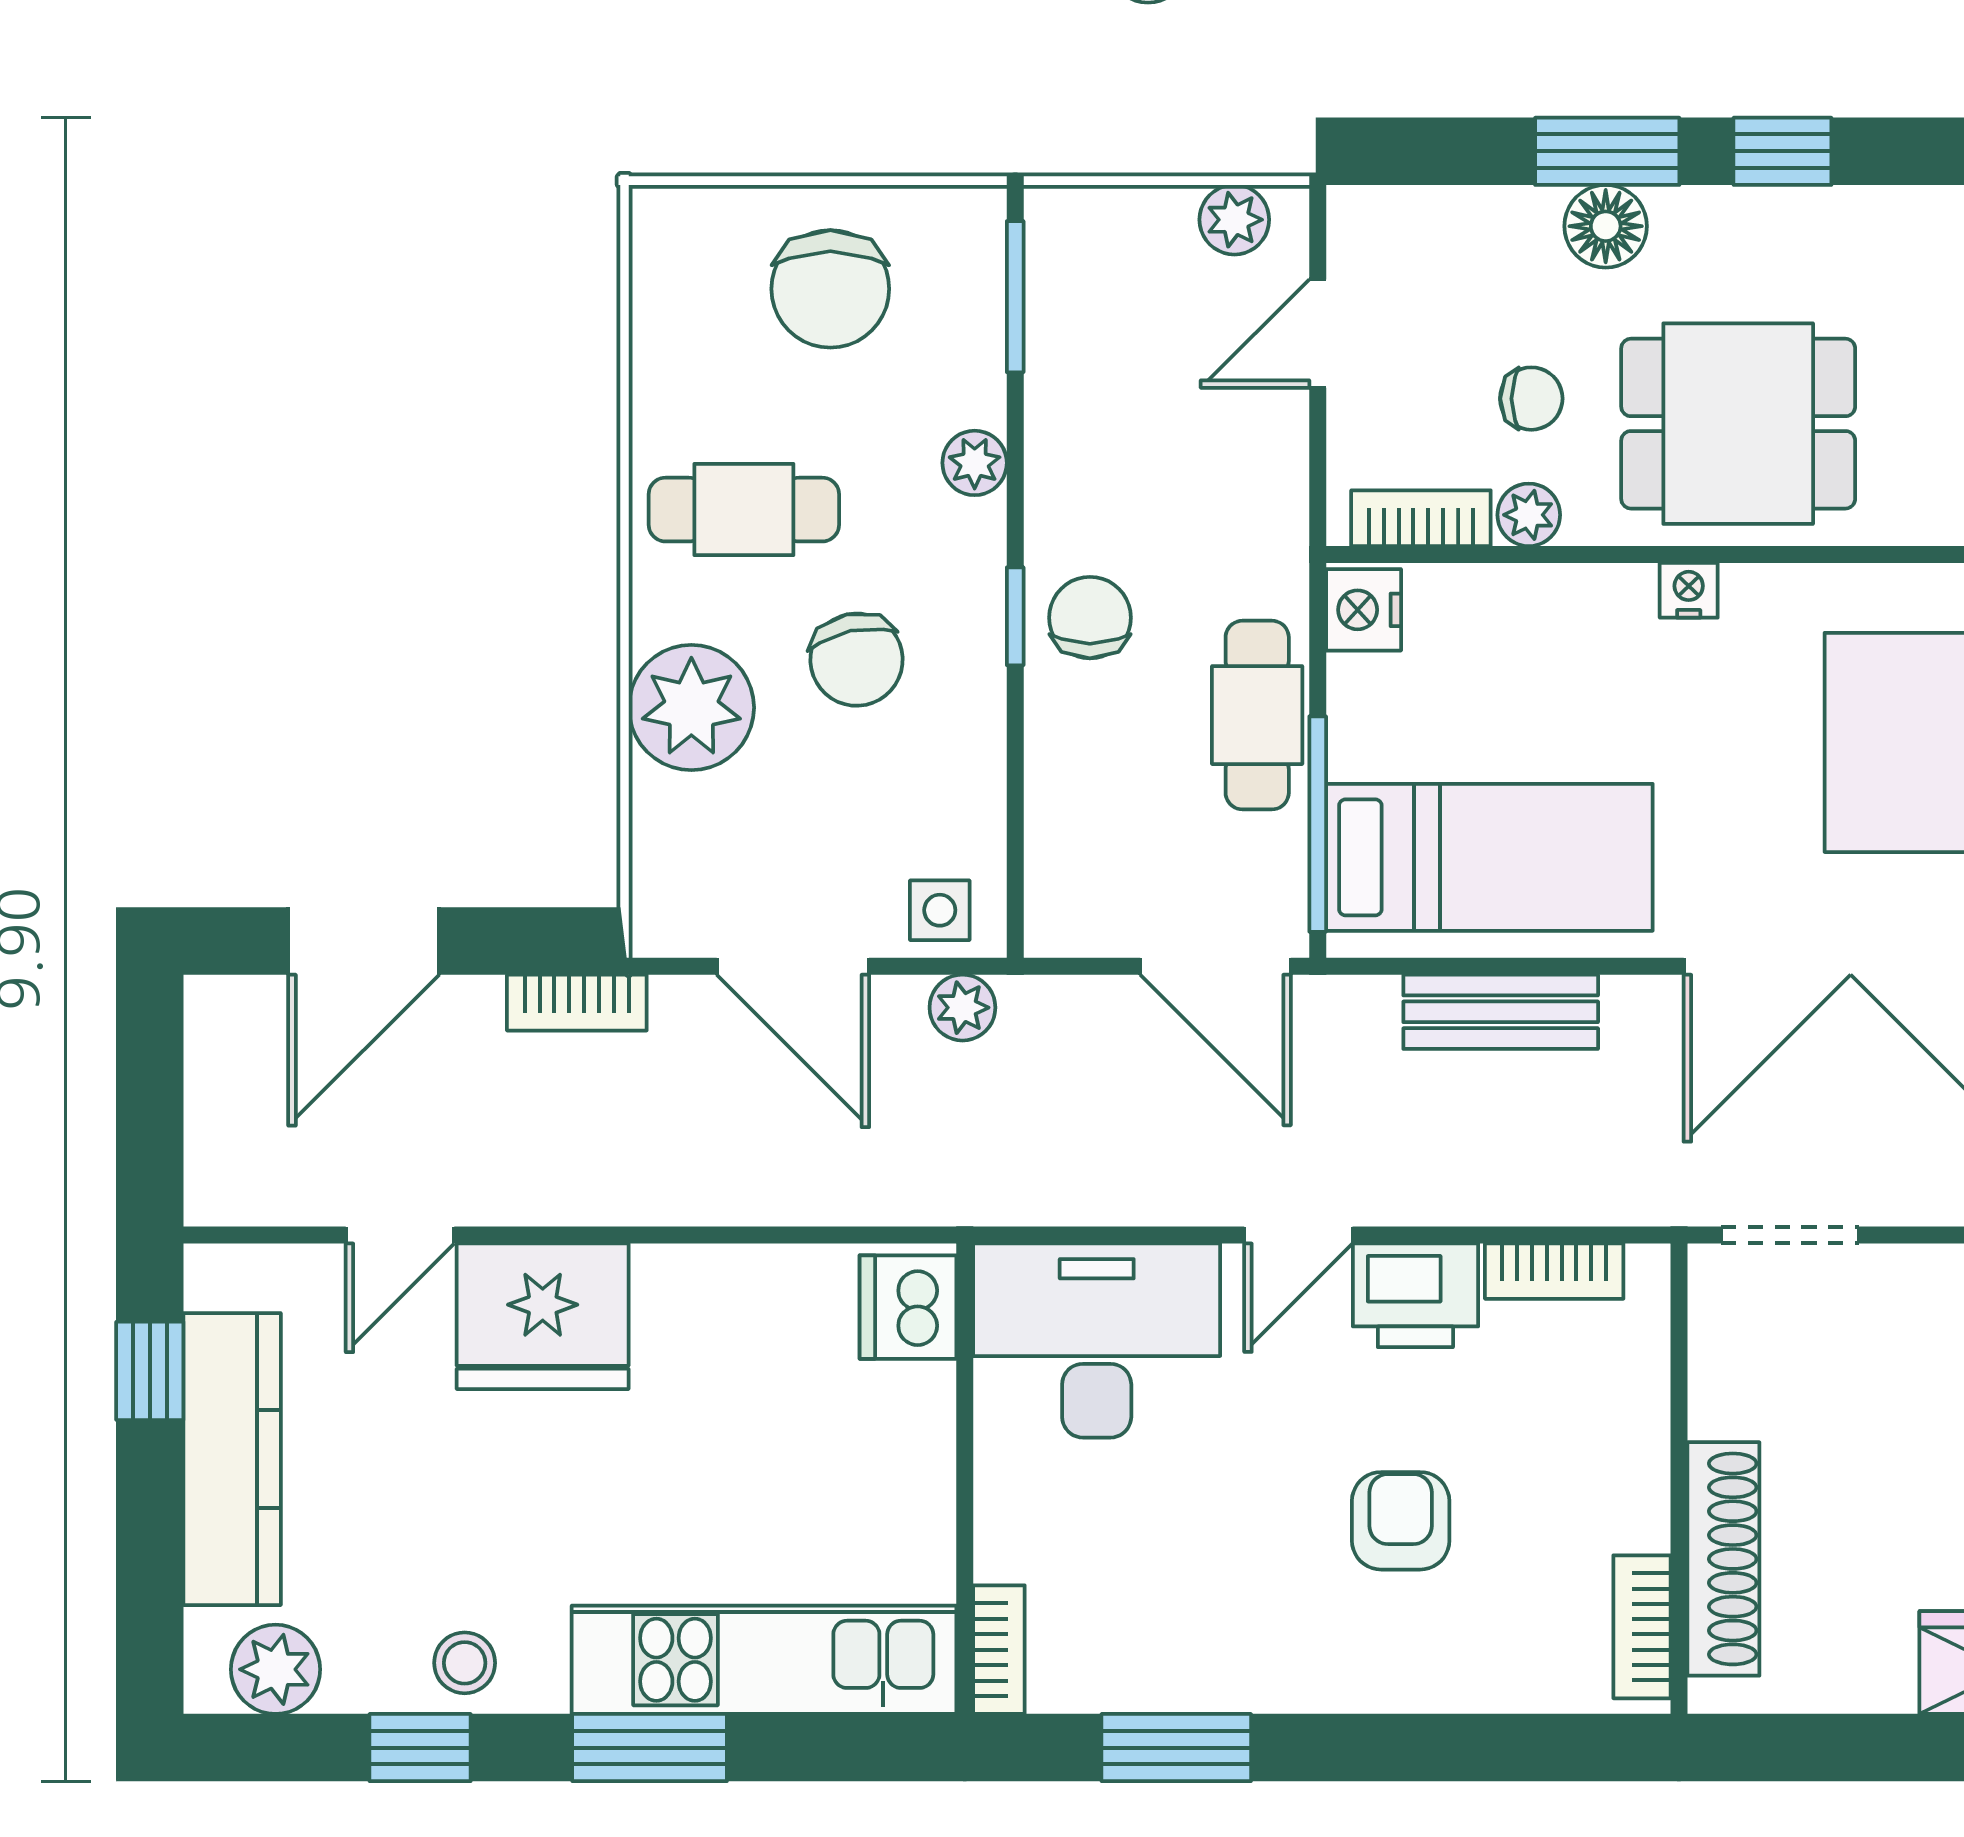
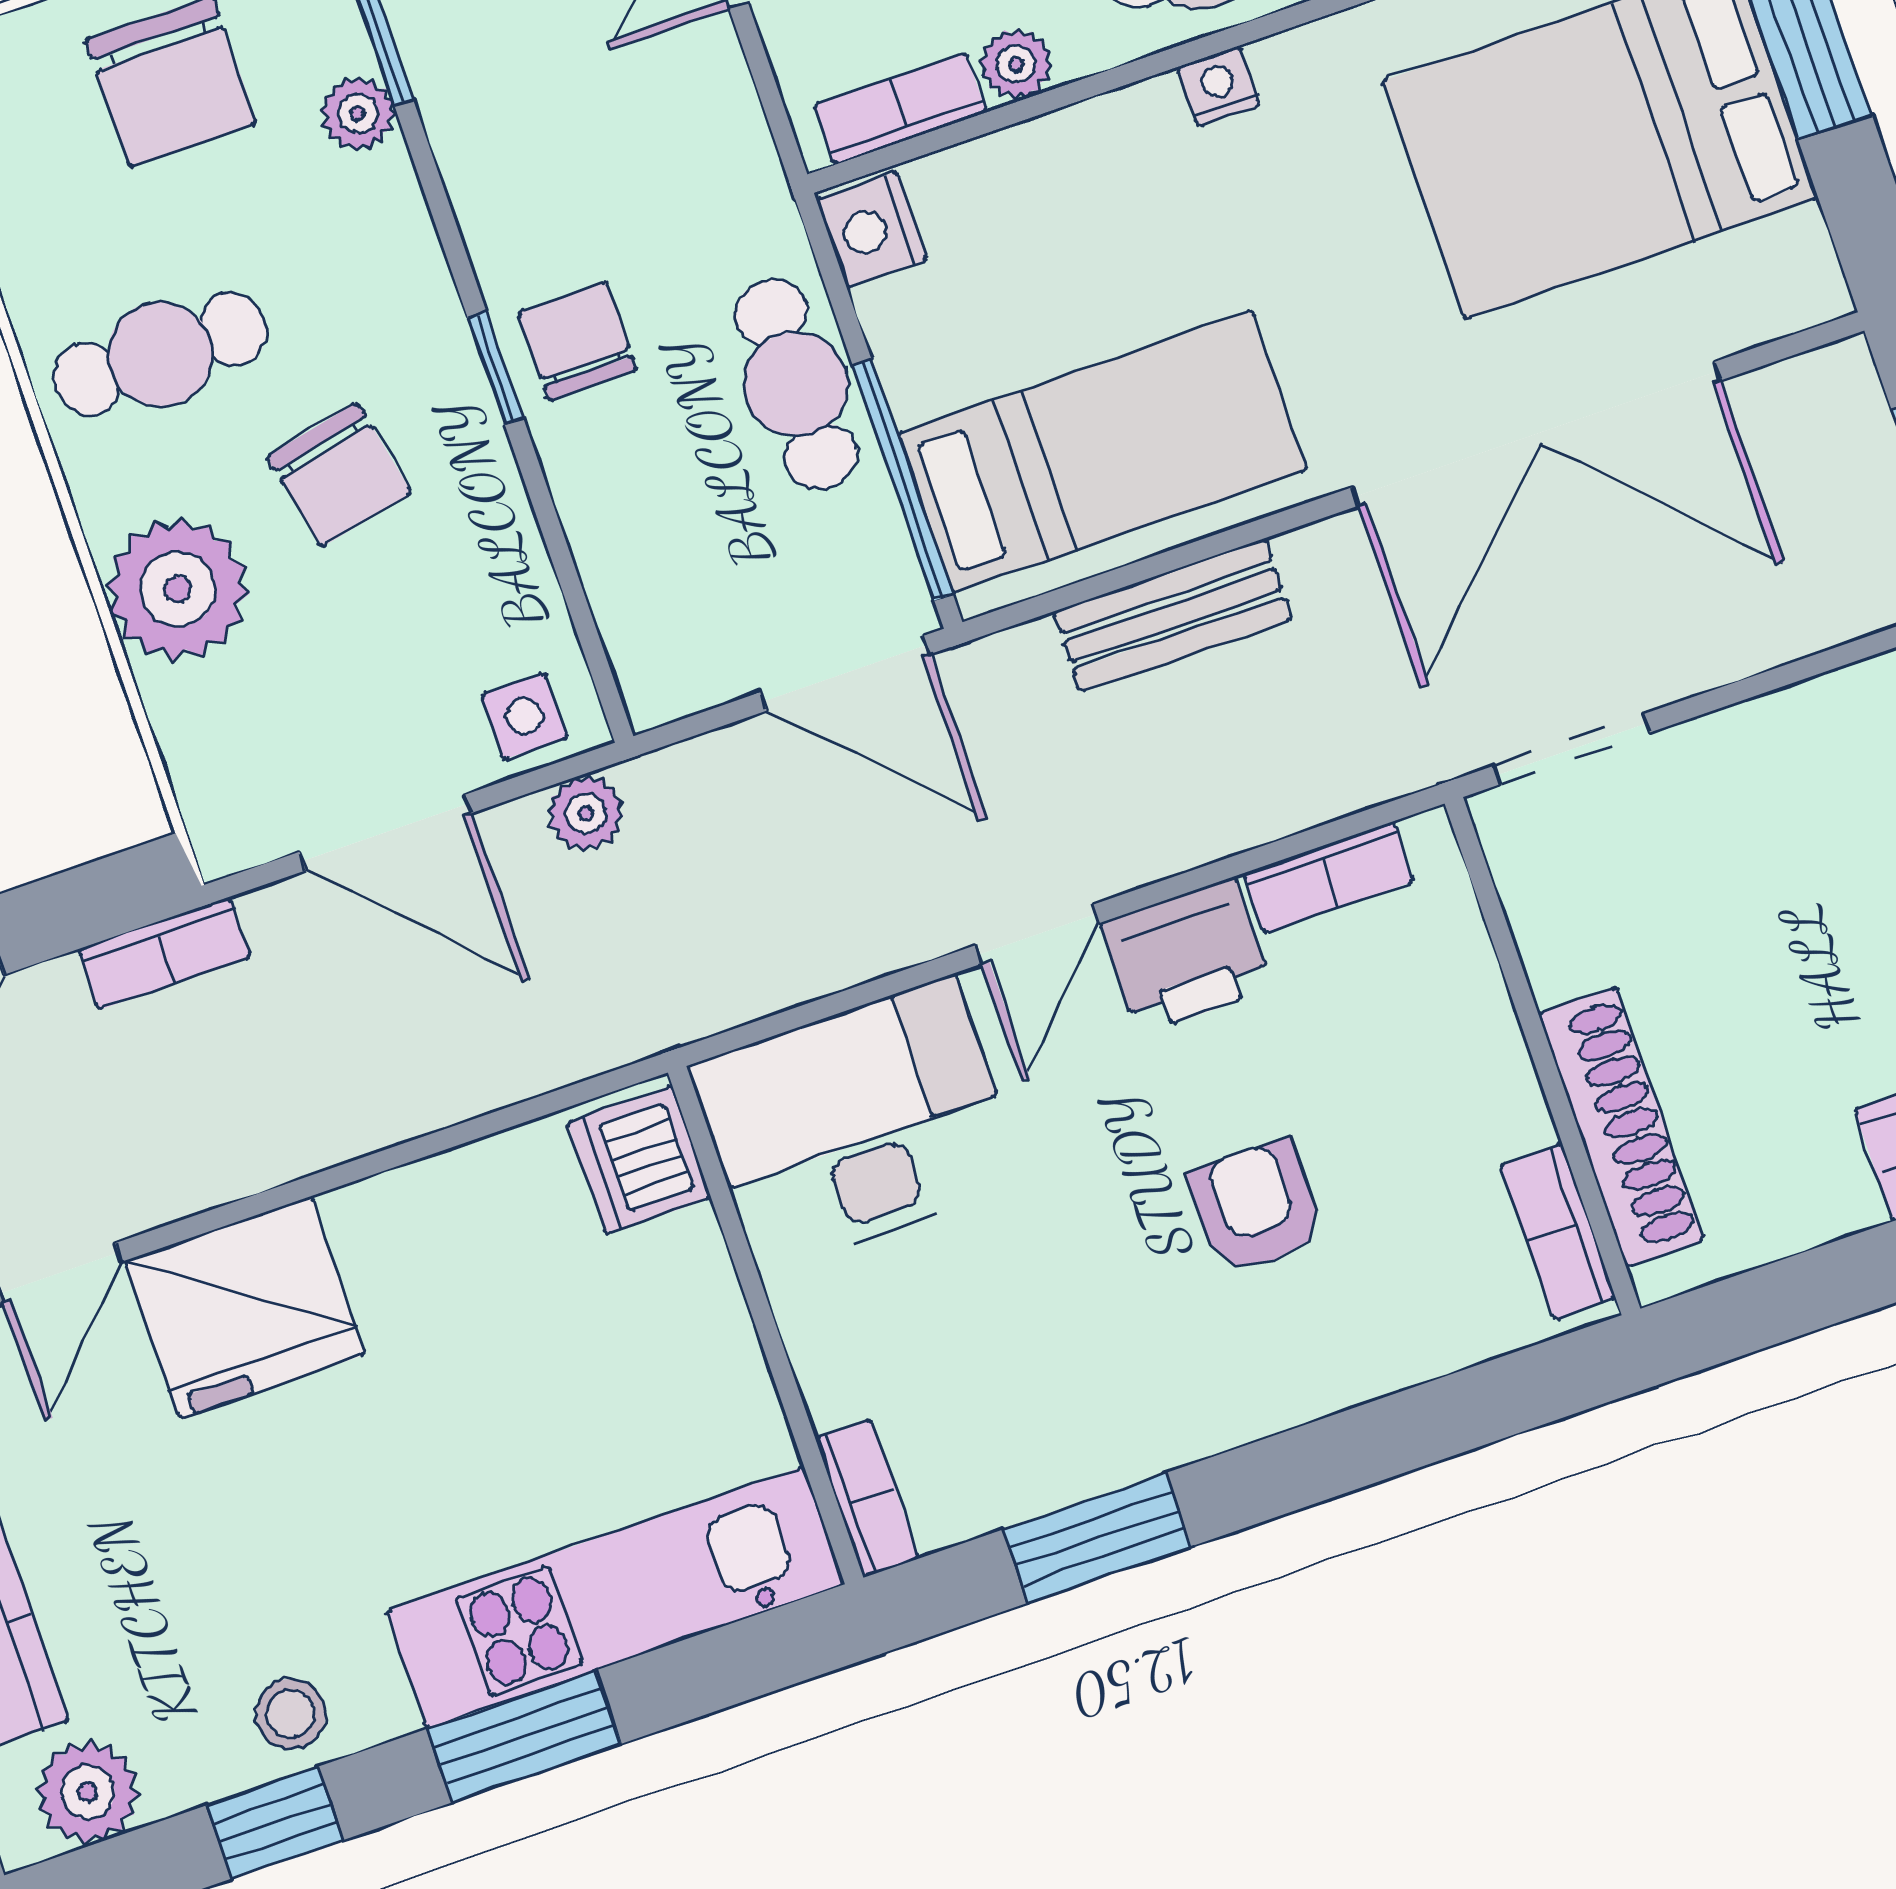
plant: (975, 463) -> (358, 114), moved

